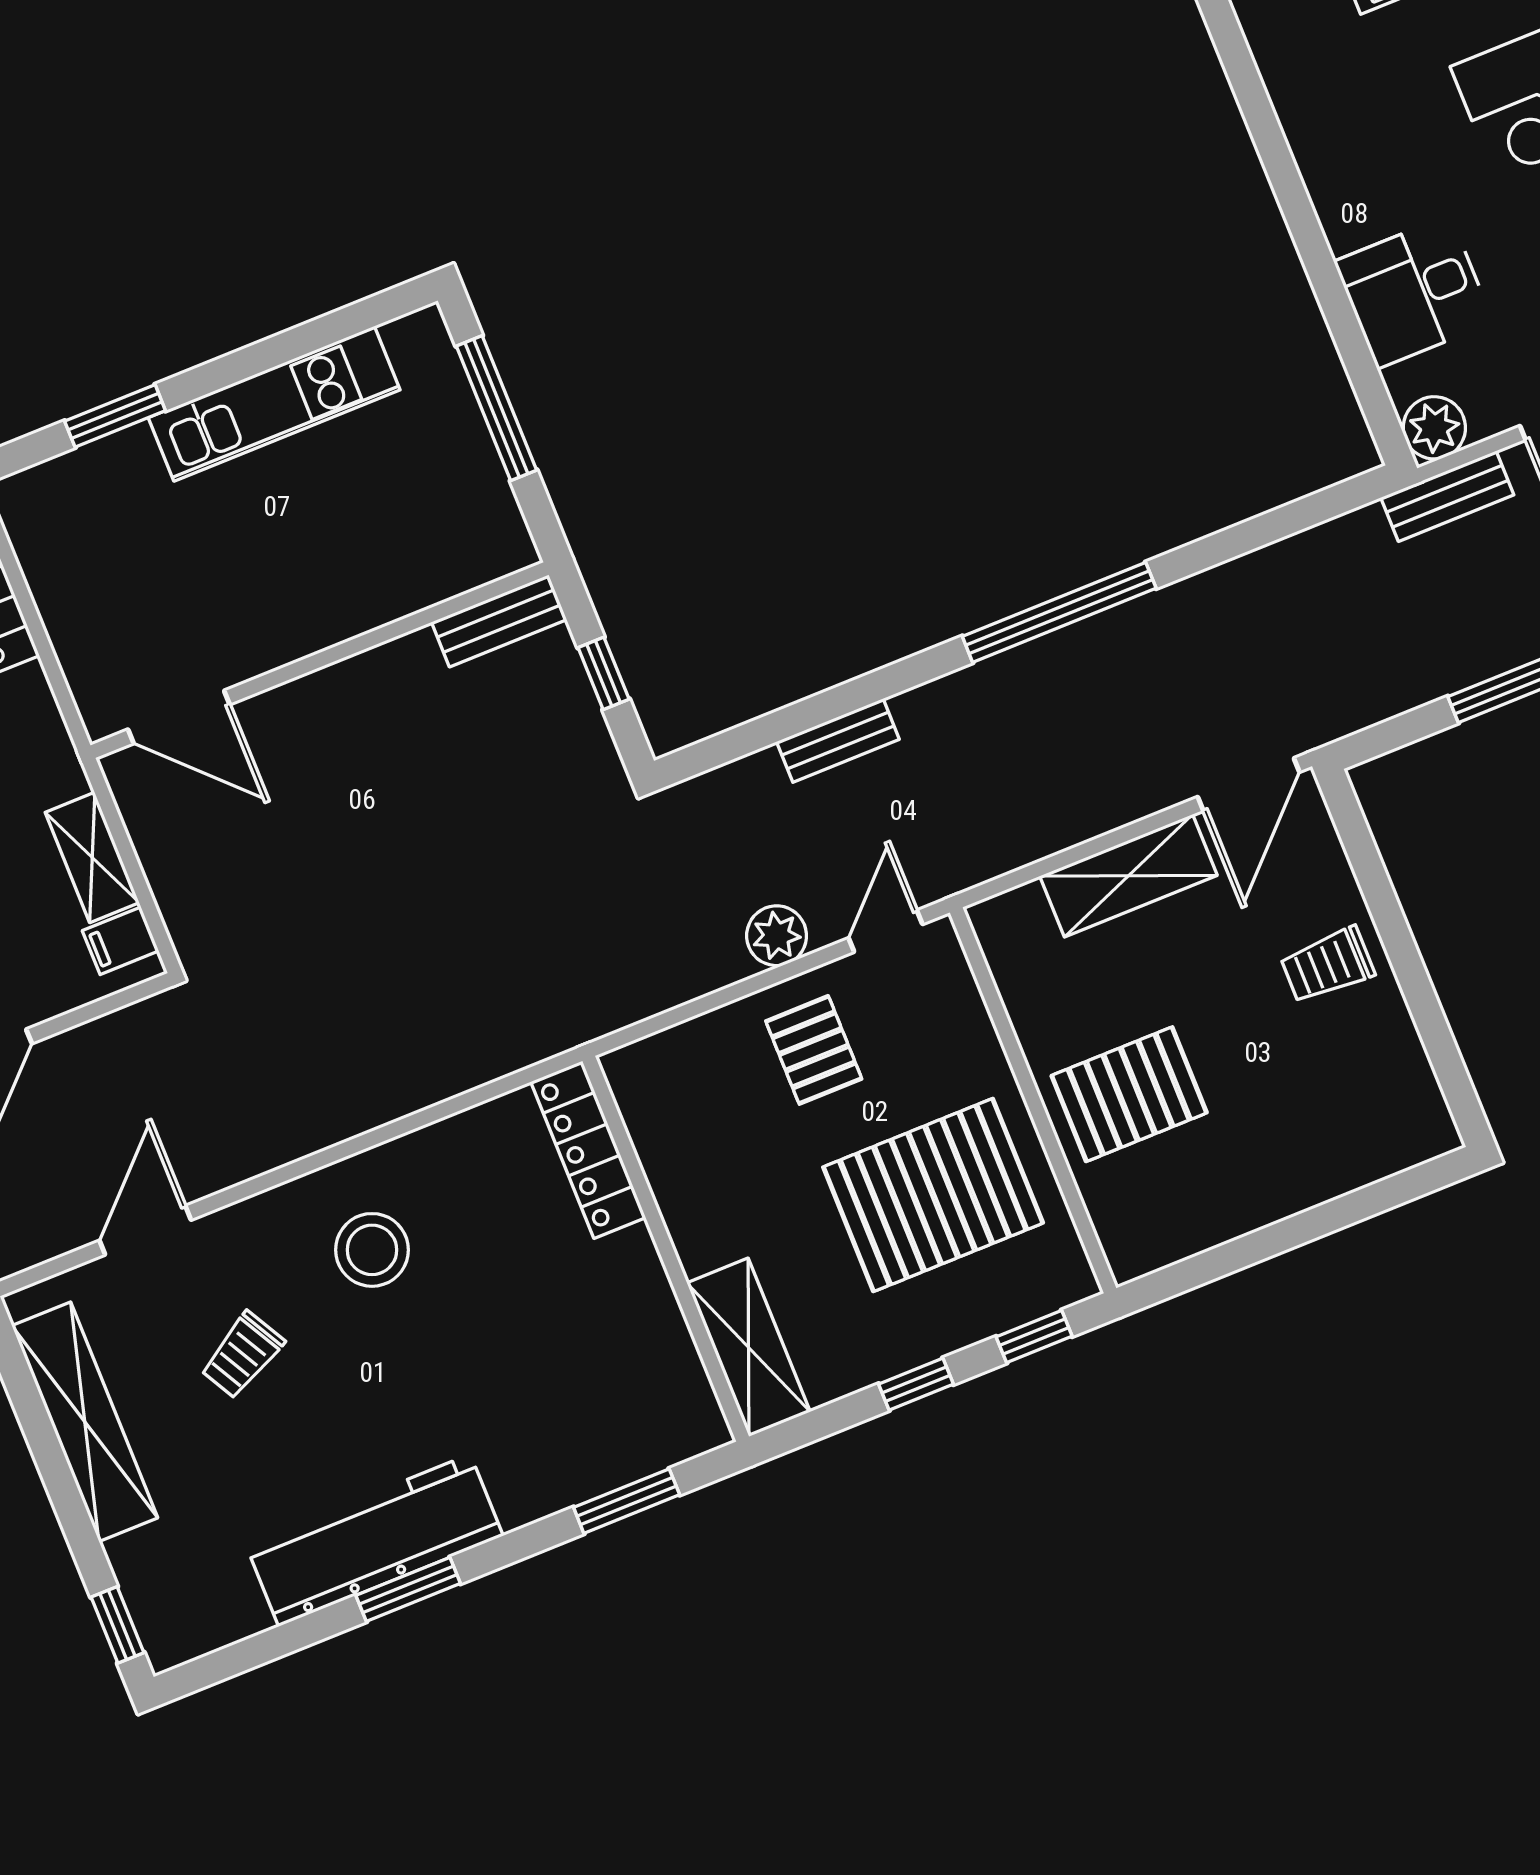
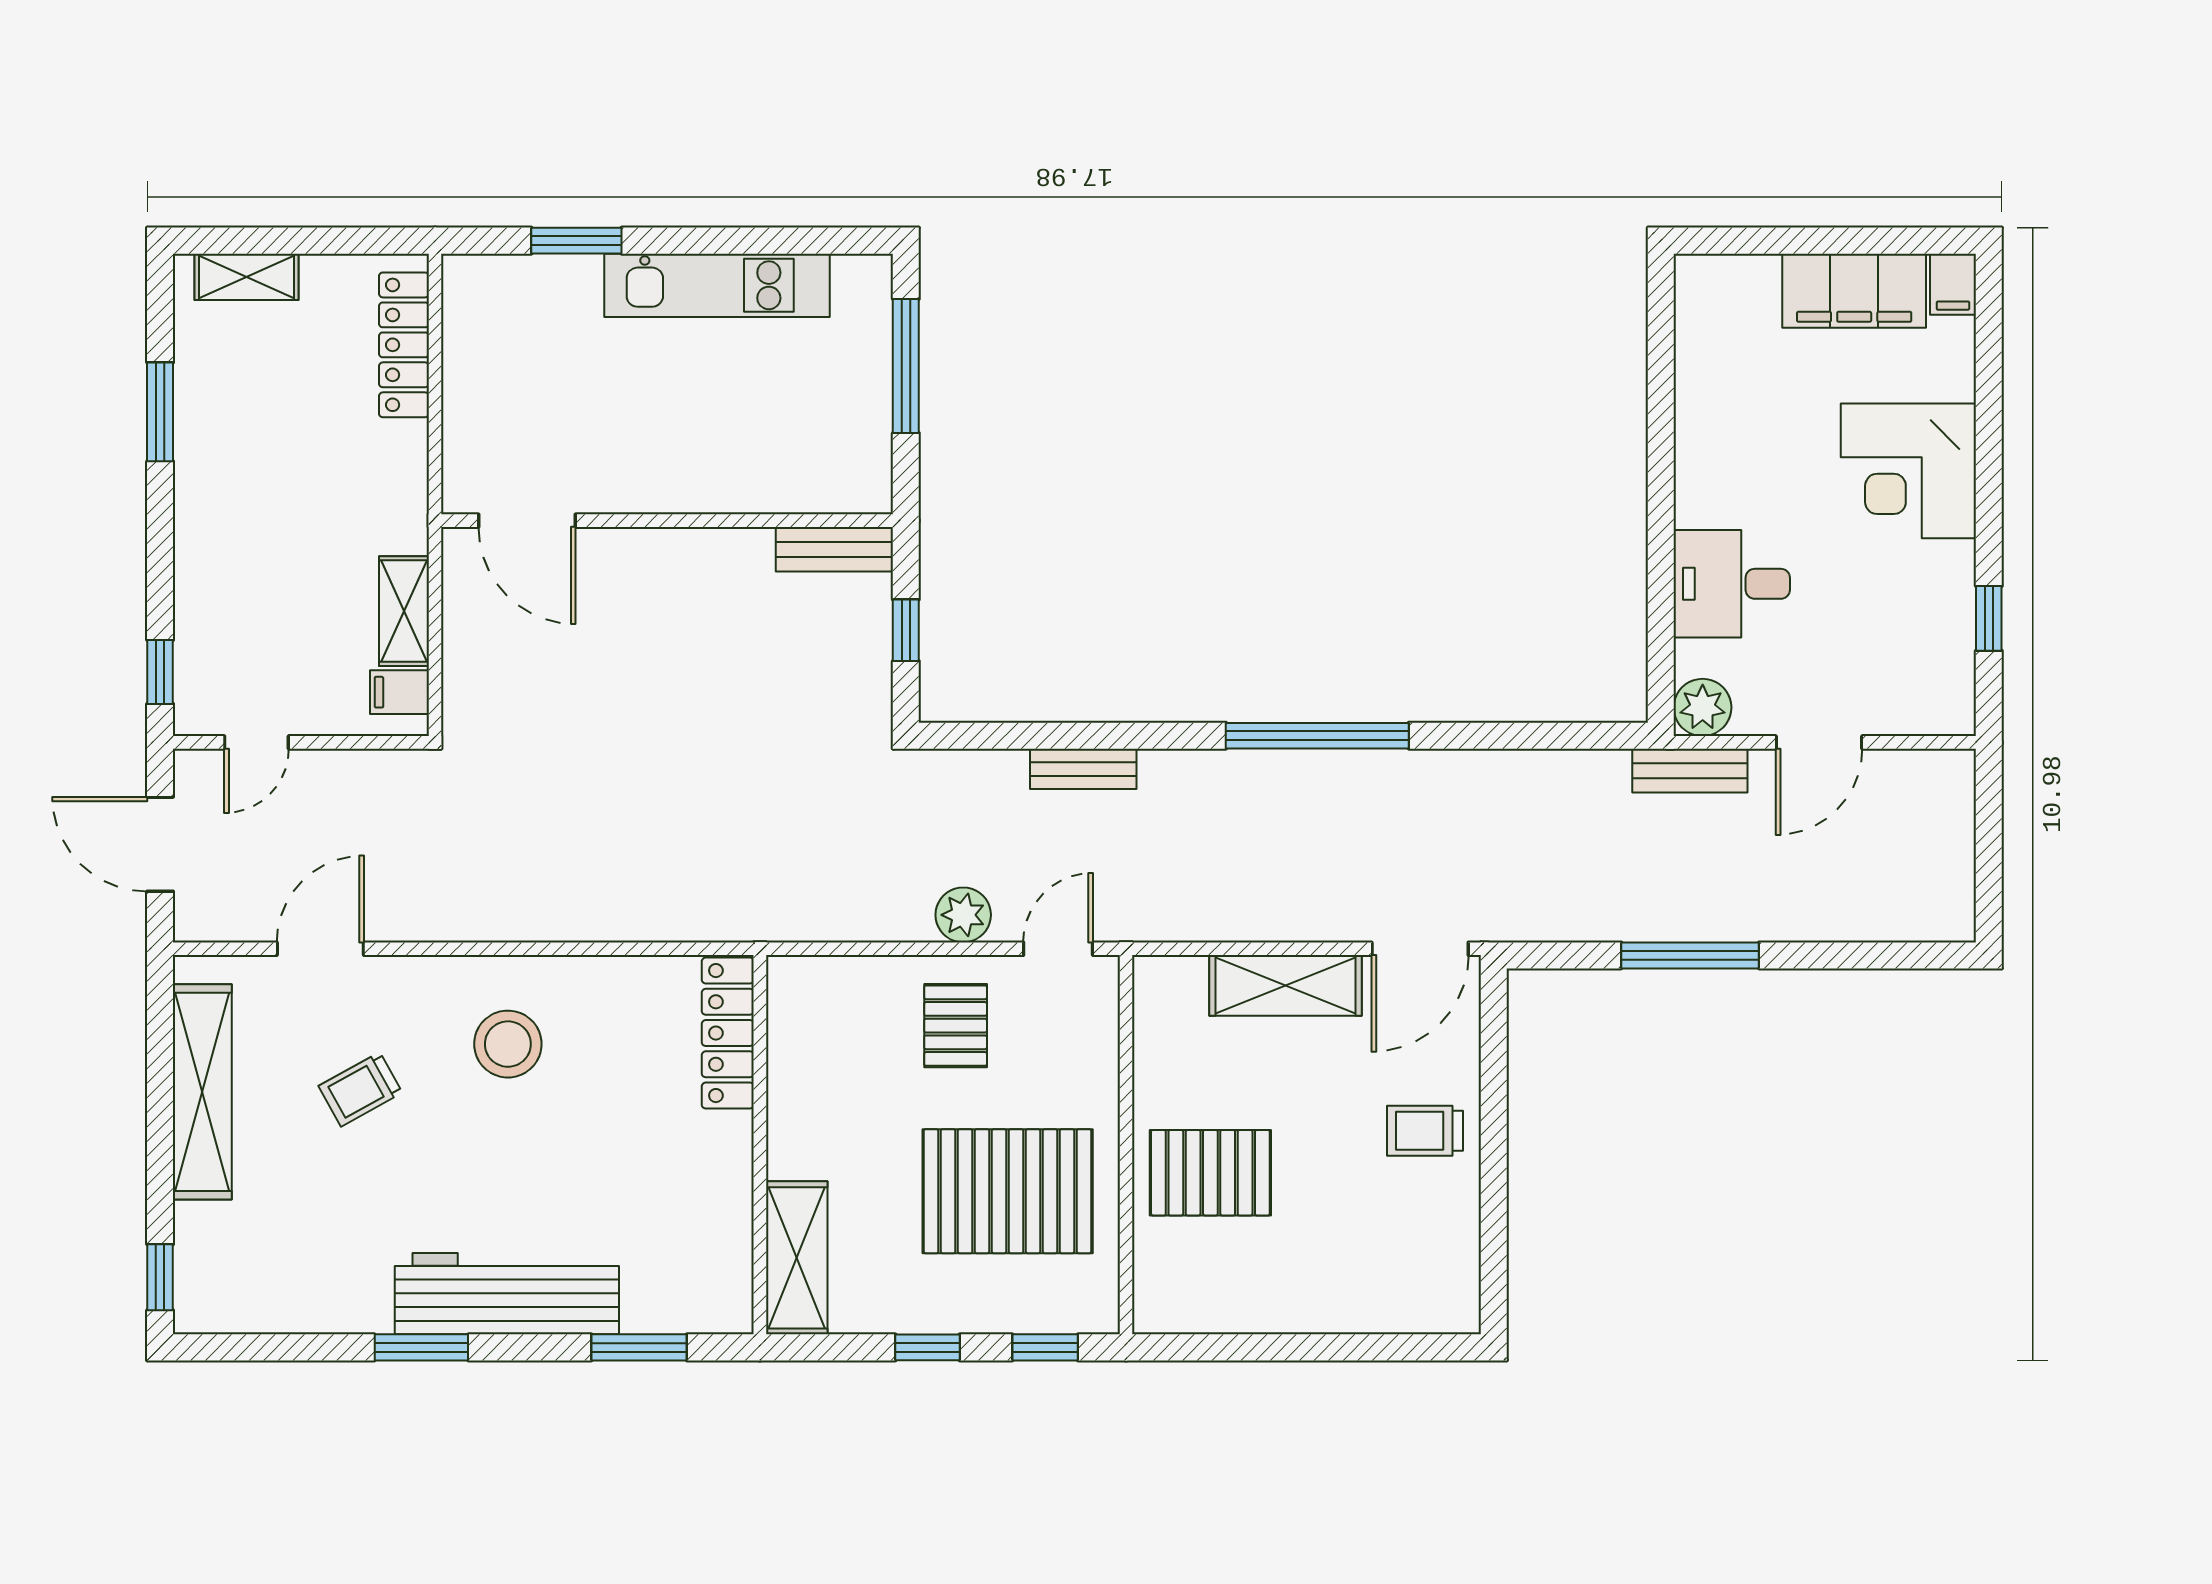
workbench: (374, 1540) -> (507, 1294), moved

